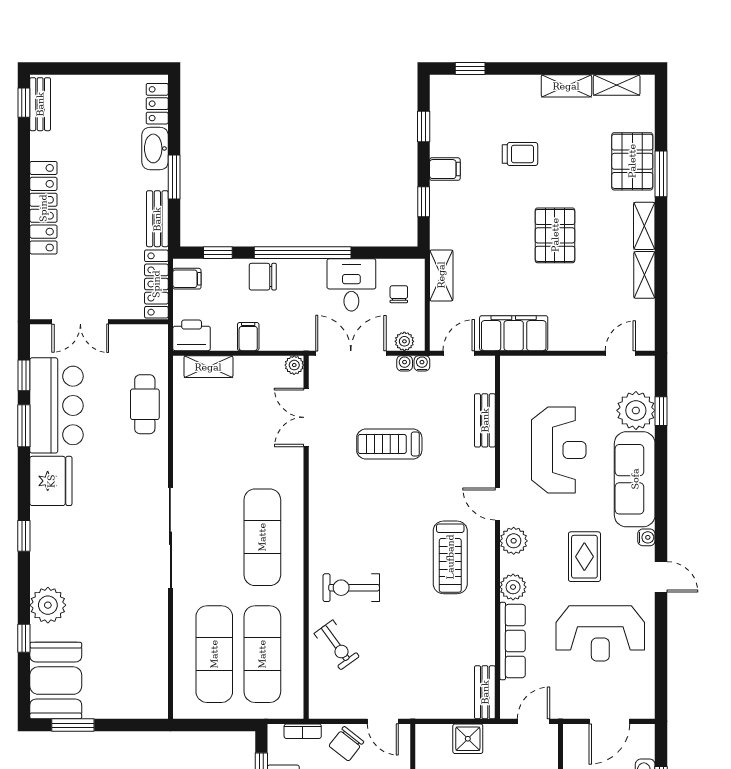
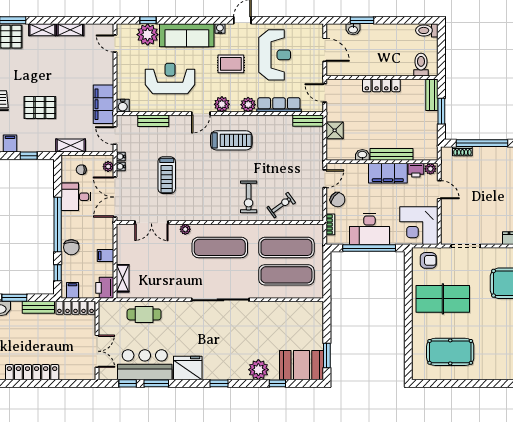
pallet: (555, 235) -> (40, 107), moved
plant: (294, 365) -> (185, 229), moved
water cooler: (511, 367) -> (123, 106), added

